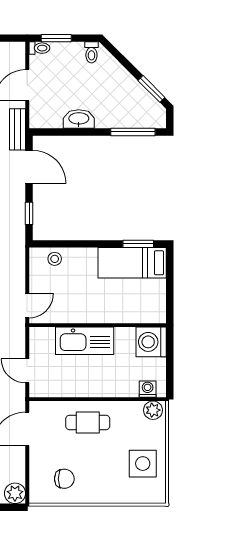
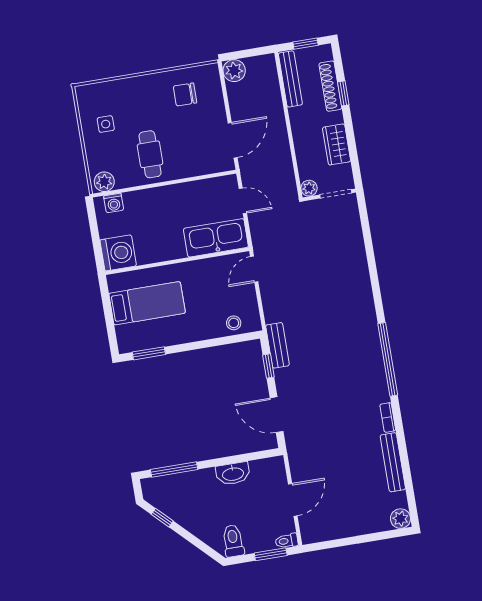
toilet: (91, 52) -> (233, 541), width x1.37, depth x1.39
window: (151, 89) -> (162, 518), width x0.67
bench: (17, 129) -> (277, 345), moved
bed: (132, 263) -> (147, 303), moved
kitchen sink: (85, 341) -> (216, 238), moved
cafe table: (88, 423) -> (150, 154), moved, turned 90
side table: (143, 464) -> (106, 124), width x0.54, depth x0.54

